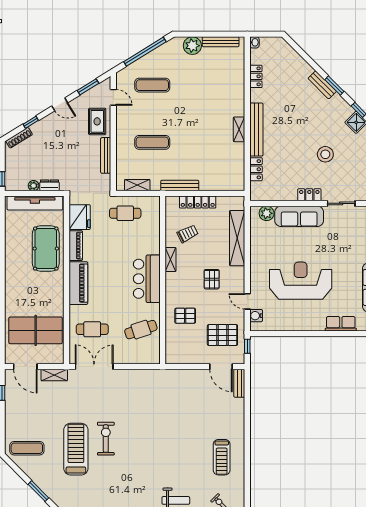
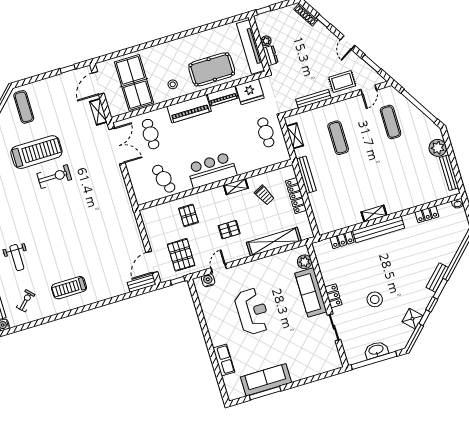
reception desk: (301, 281) -> (252, 311), width x0.74, depth x0.77
stool: (49, 292) -> (173, 84), added

